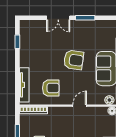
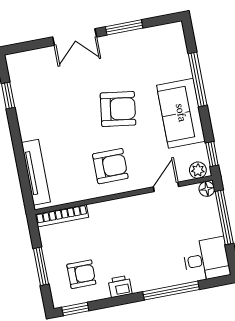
armchair: (51, 88) -> (110, 166), moved
door: (80, 106) -> (166, 187), moved

